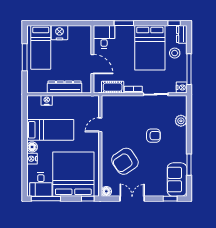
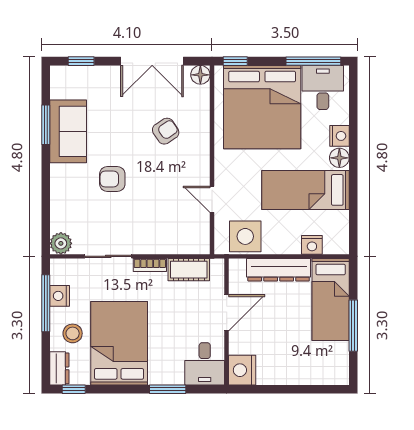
nightstand: (60, 33) -> (242, 370), moved, turned 90
bed: (41, 47) -> (331, 299), moved, turned 180
door: (92, 64) -> (227, 313), swing flipped
nightstand: (182, 87) -> (60, 296), moved
side table: (82, 105) -> (245, 236), added
plant: (181, 121) -> (61, 243), moved
door: (100, 125) -> (212, 199), swing flipped
armchair: (125, 161) -> (166, 131), width x0.53, depth x0.53
sofa: (177, 180) -> (68, 131), moved
double door: (132, 199) -> (152, 61), width x1.37

